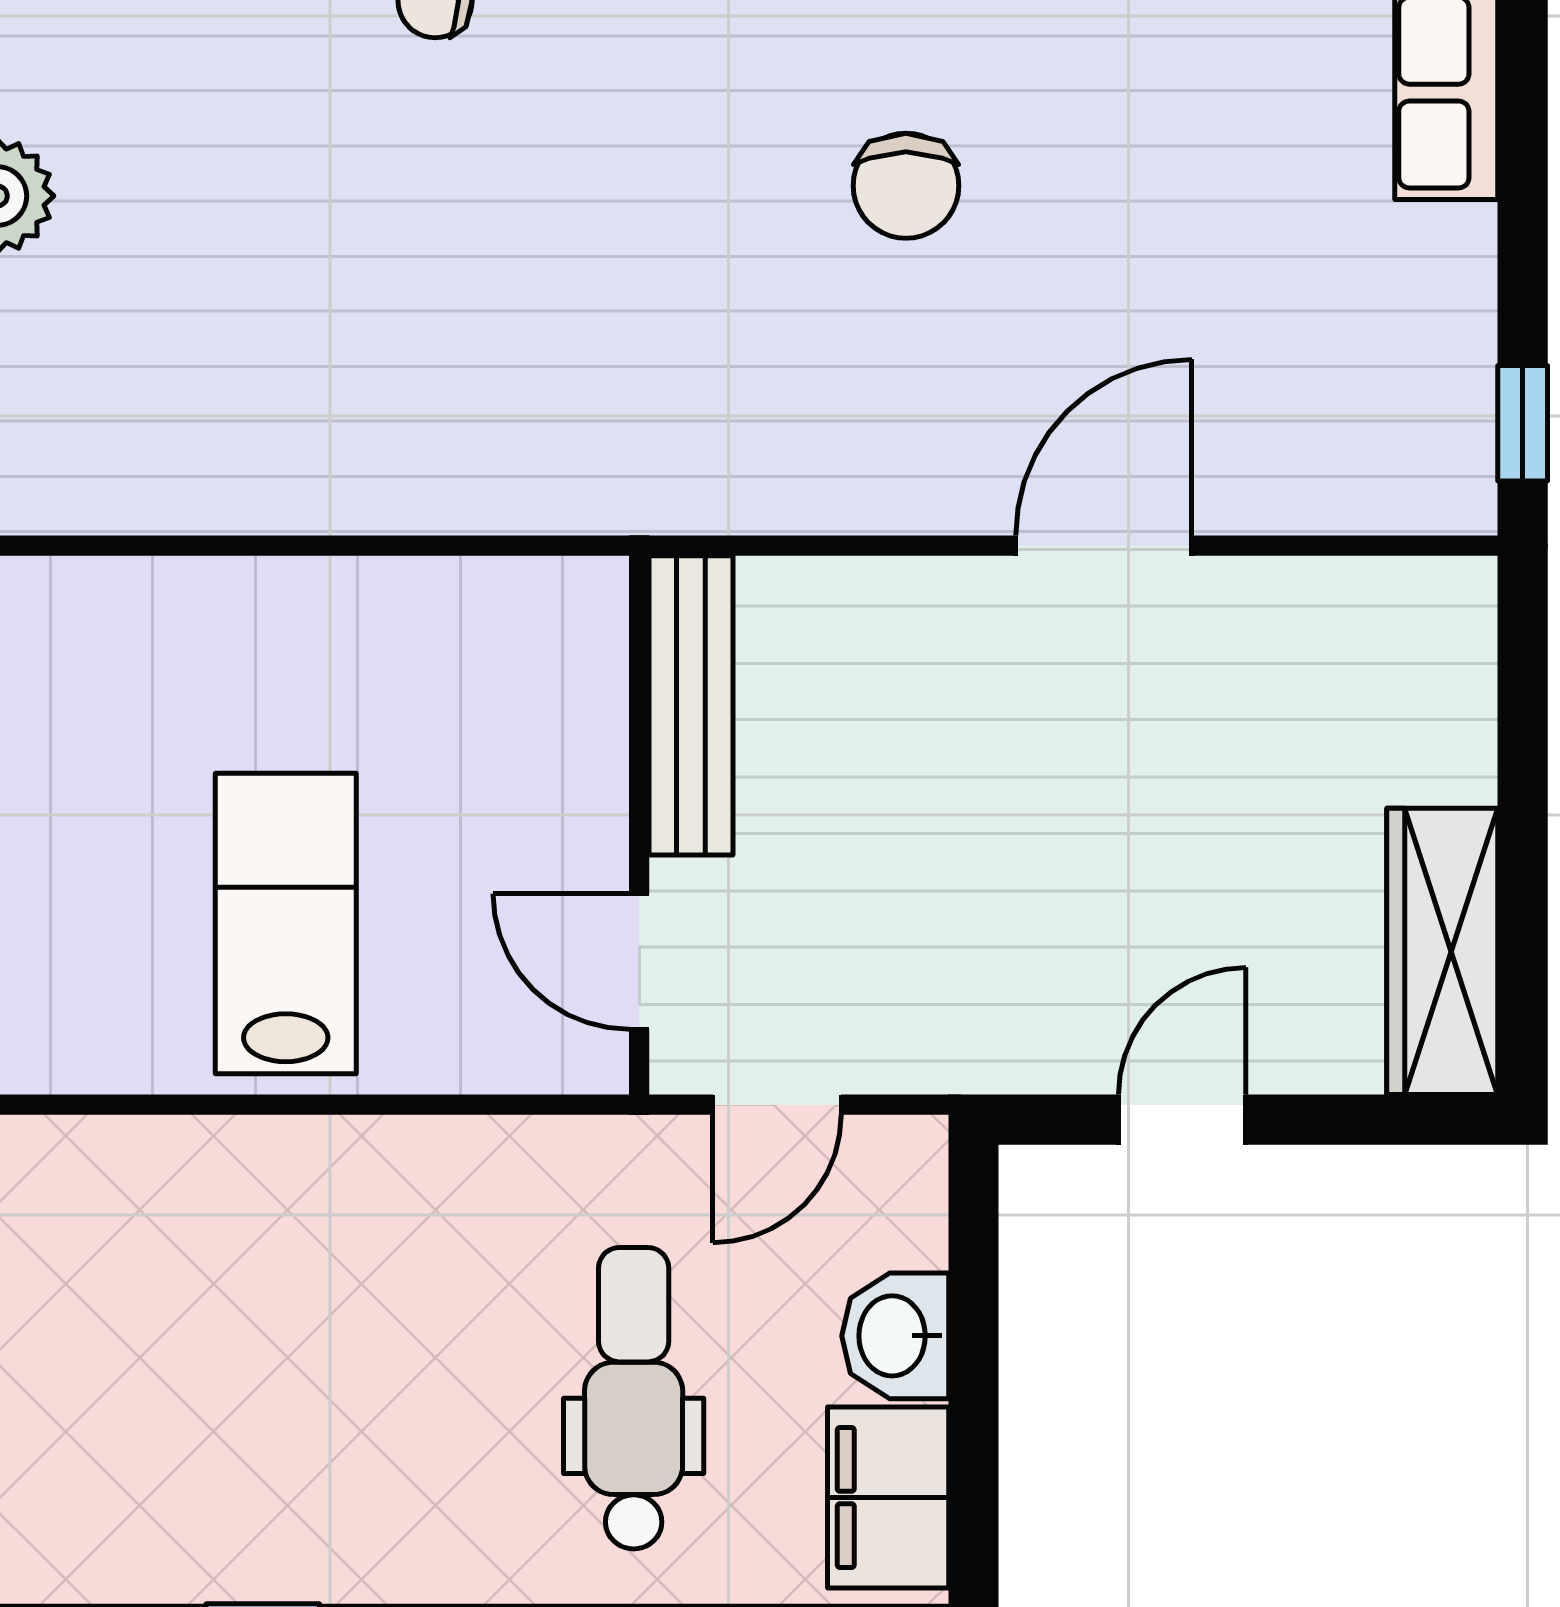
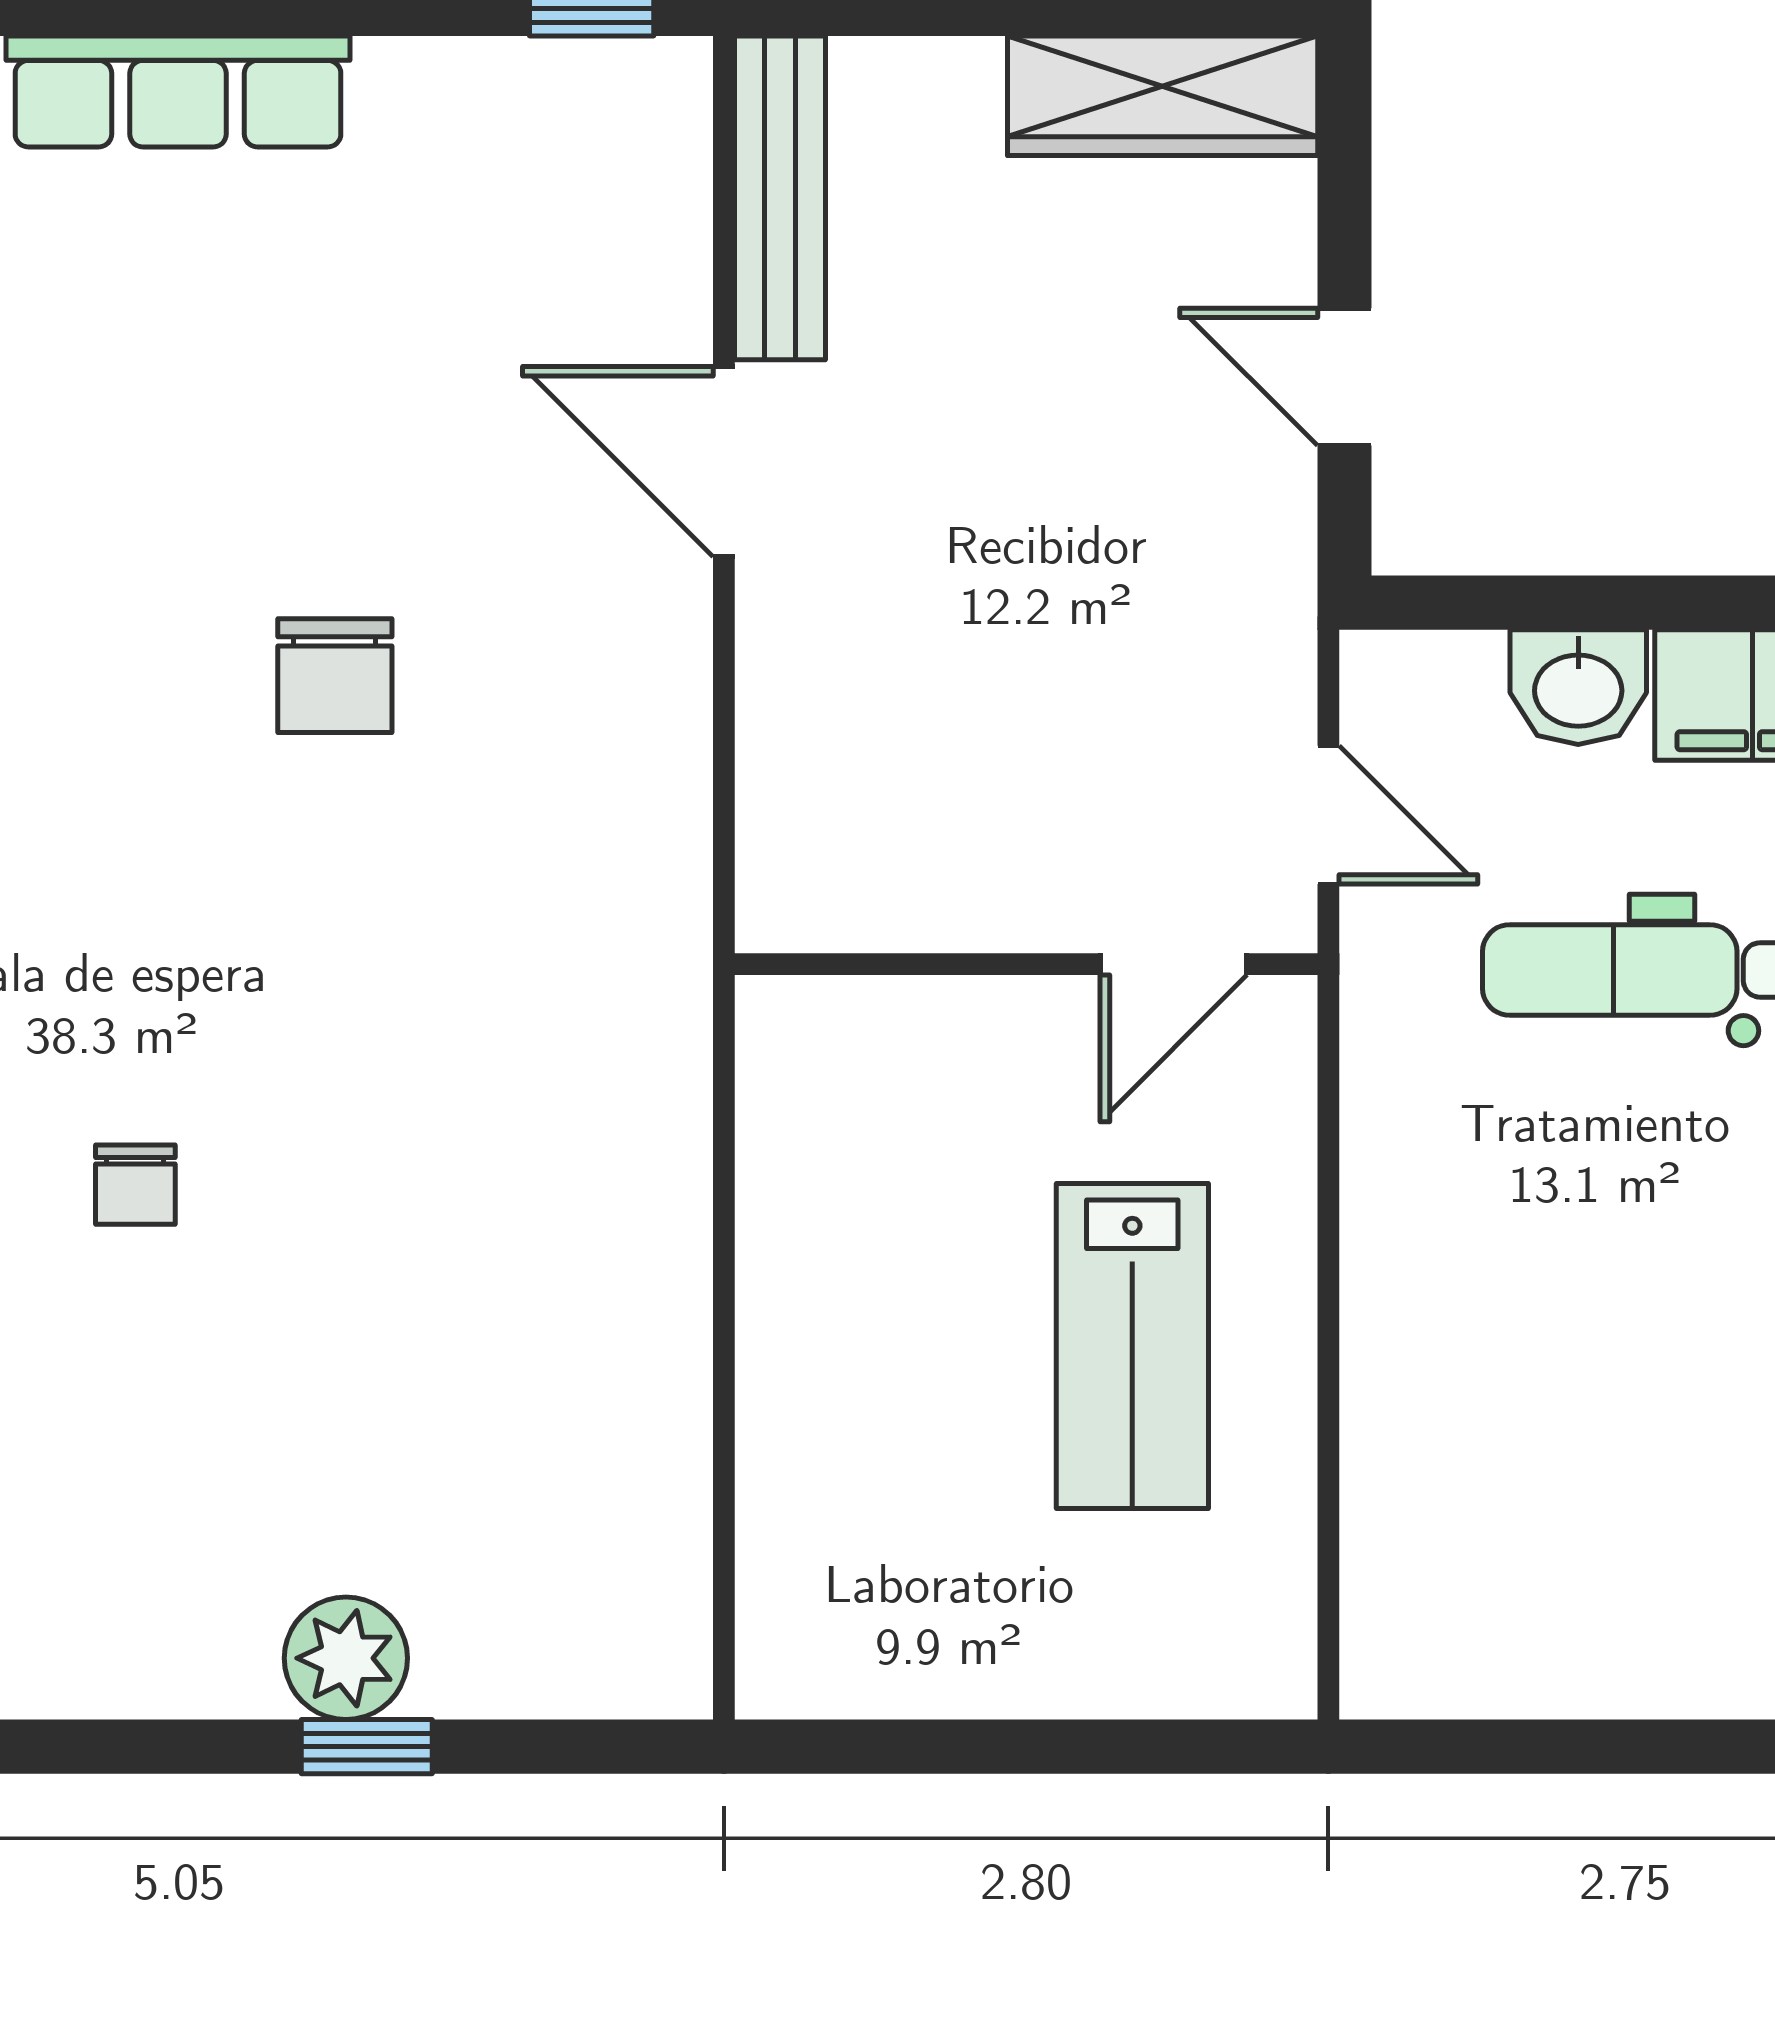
chair: (906, 186) -> (335, 676), turned 90
bench: (691, 705) -> (780, 198), moved, turned 90
lab bench: (286, 923) -> (1132, 1346), turned -90

